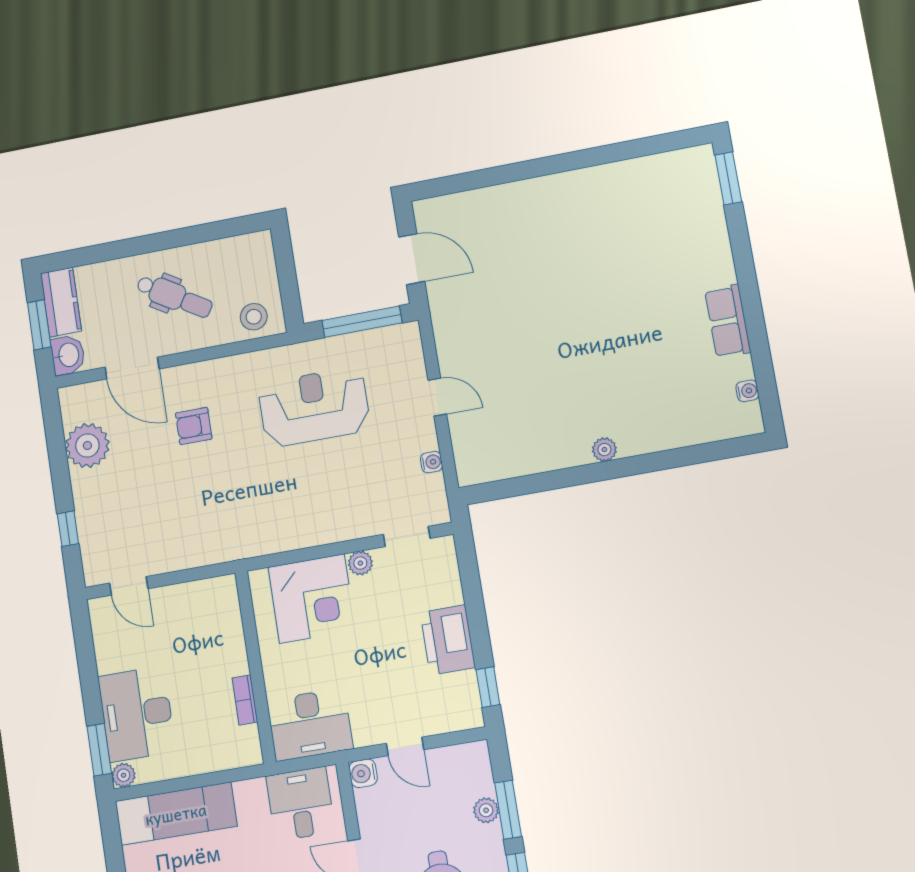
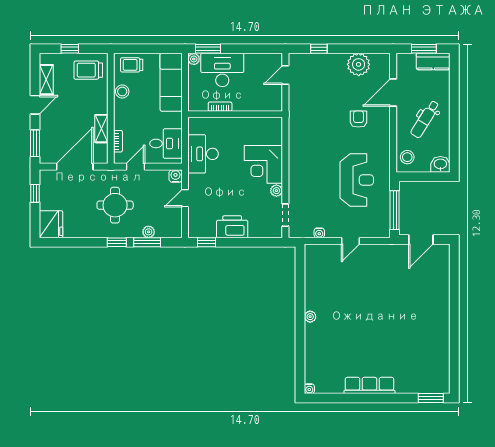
row of seats: (728, 321) -> (369, 385), width x1.48
washbasin: (68, 355) -> (440, 164), moved, turned 180
water cooler: (747, 391) -> (309, 389), moved
wall: (255, 667) -> (235, 114), moved
bookcase: (245, 700) -> (220, 107), moved

